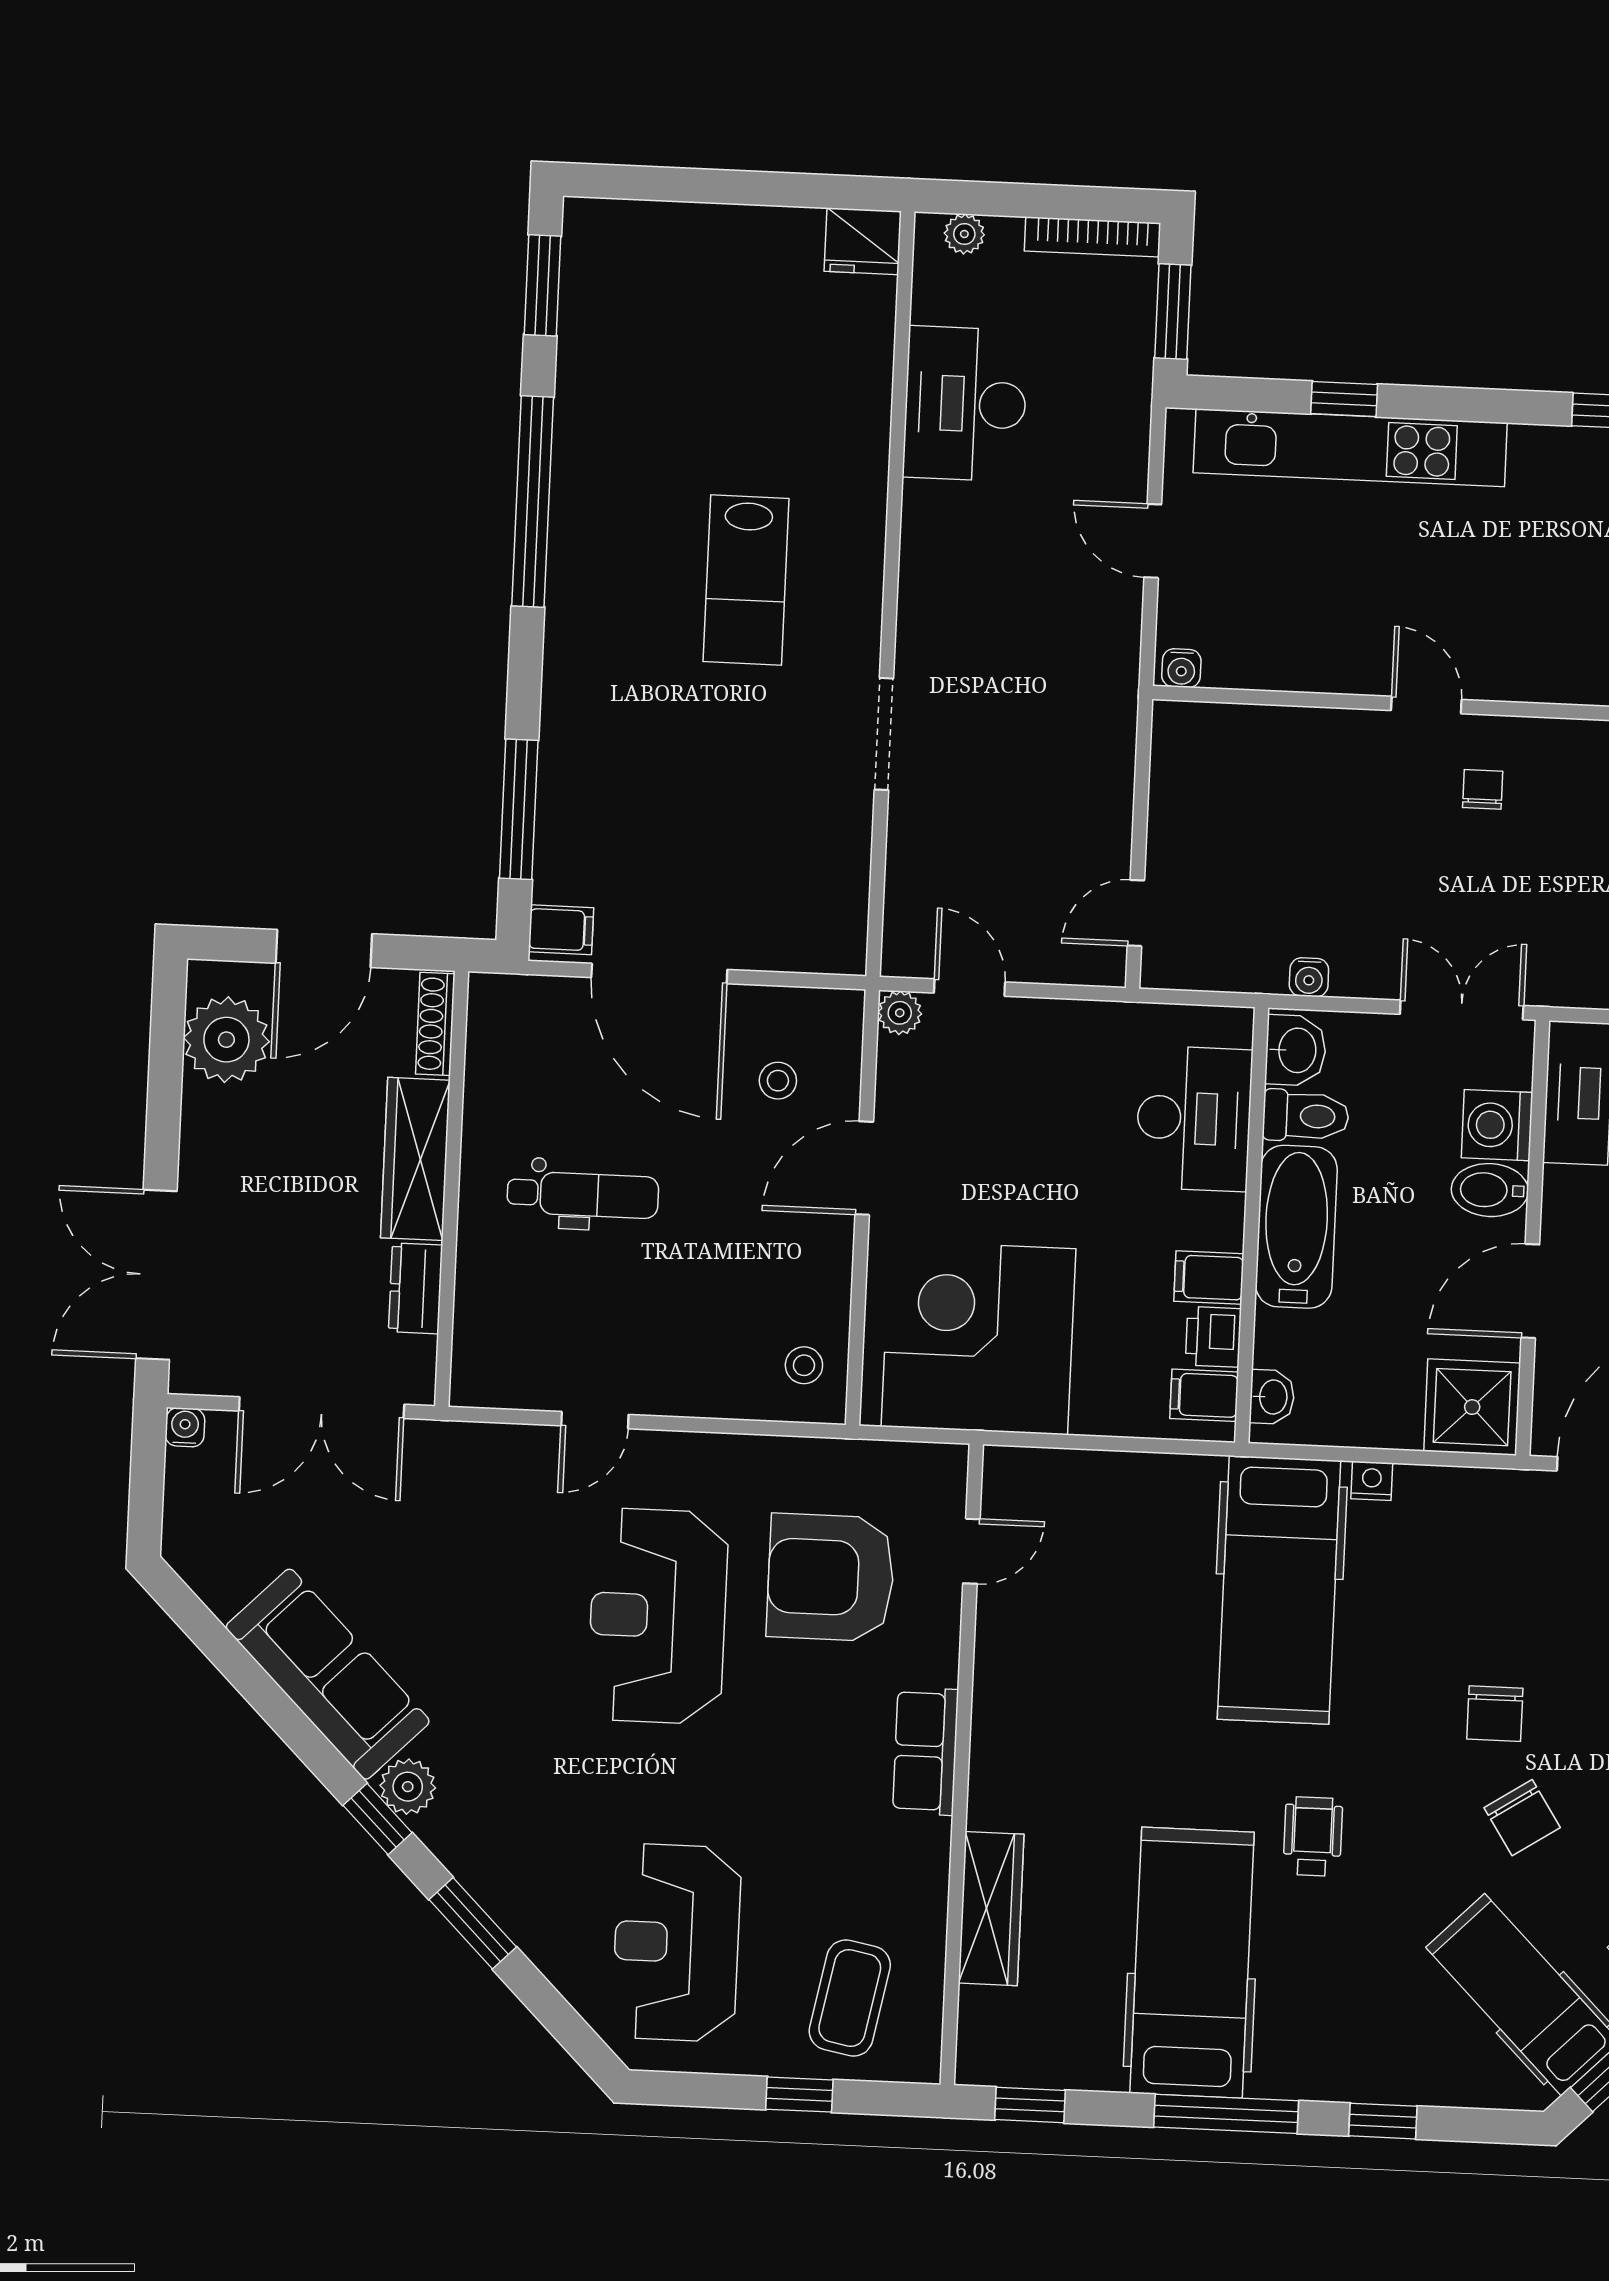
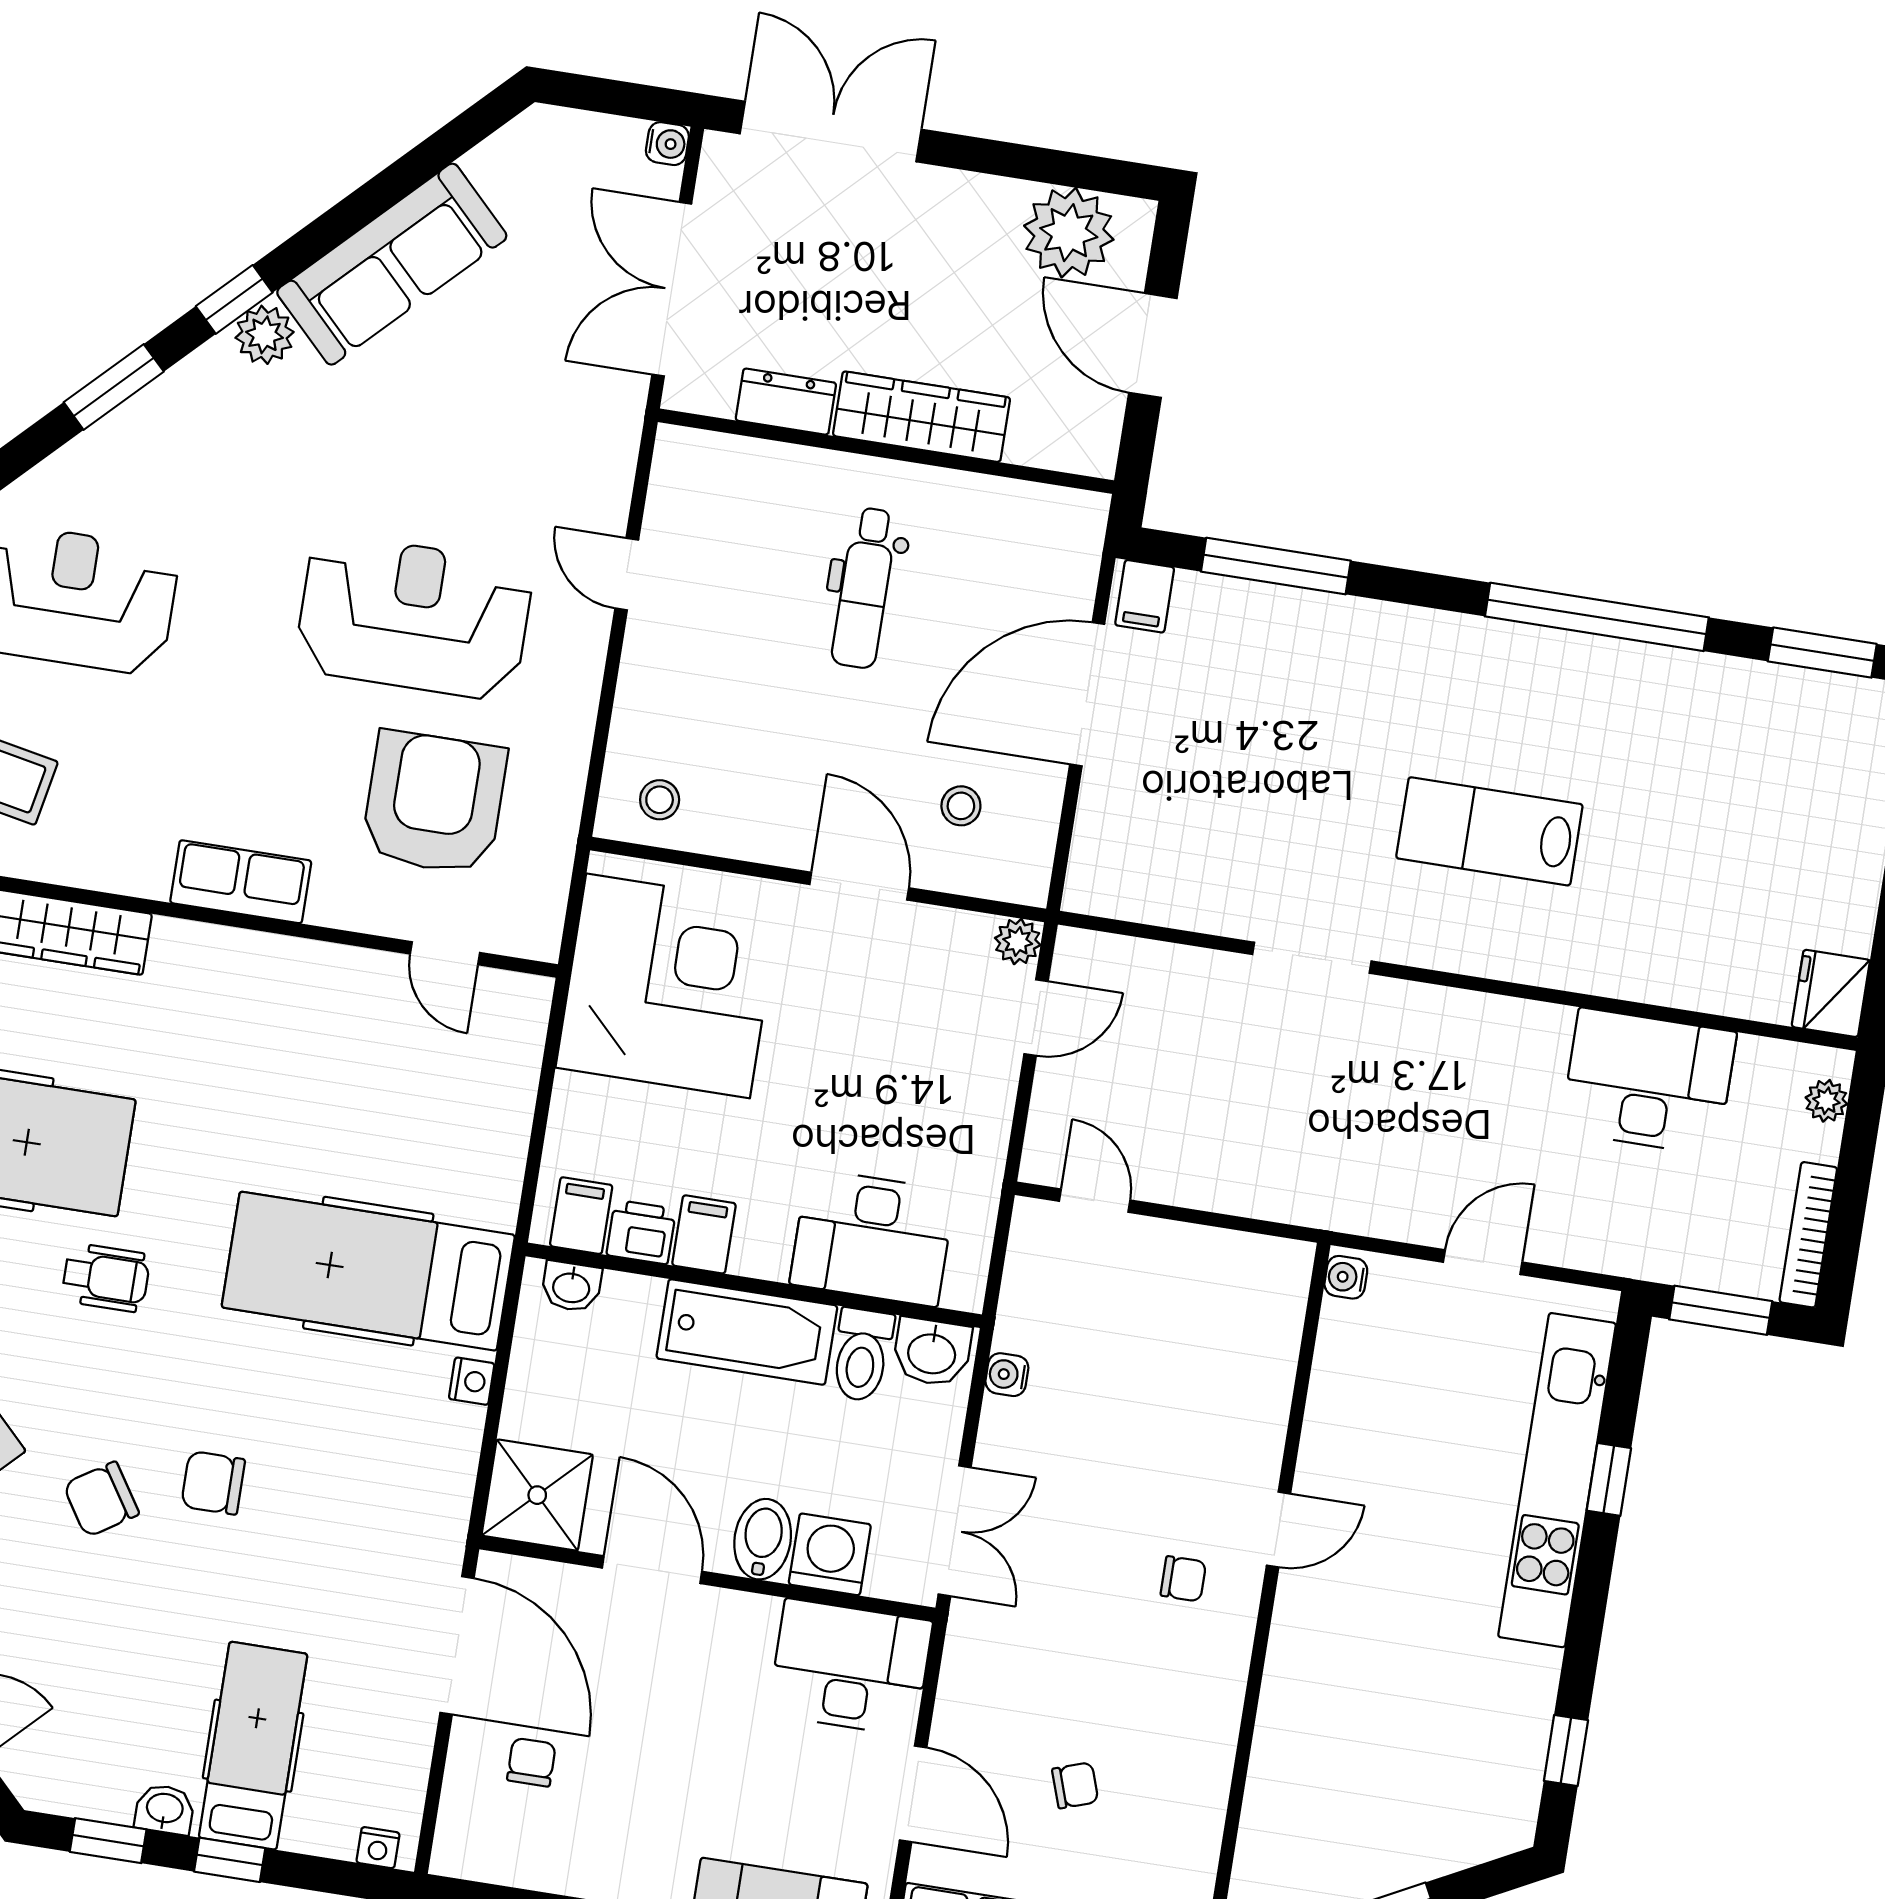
shoe rack: (435, 1024) -> (1061, 453), removed

